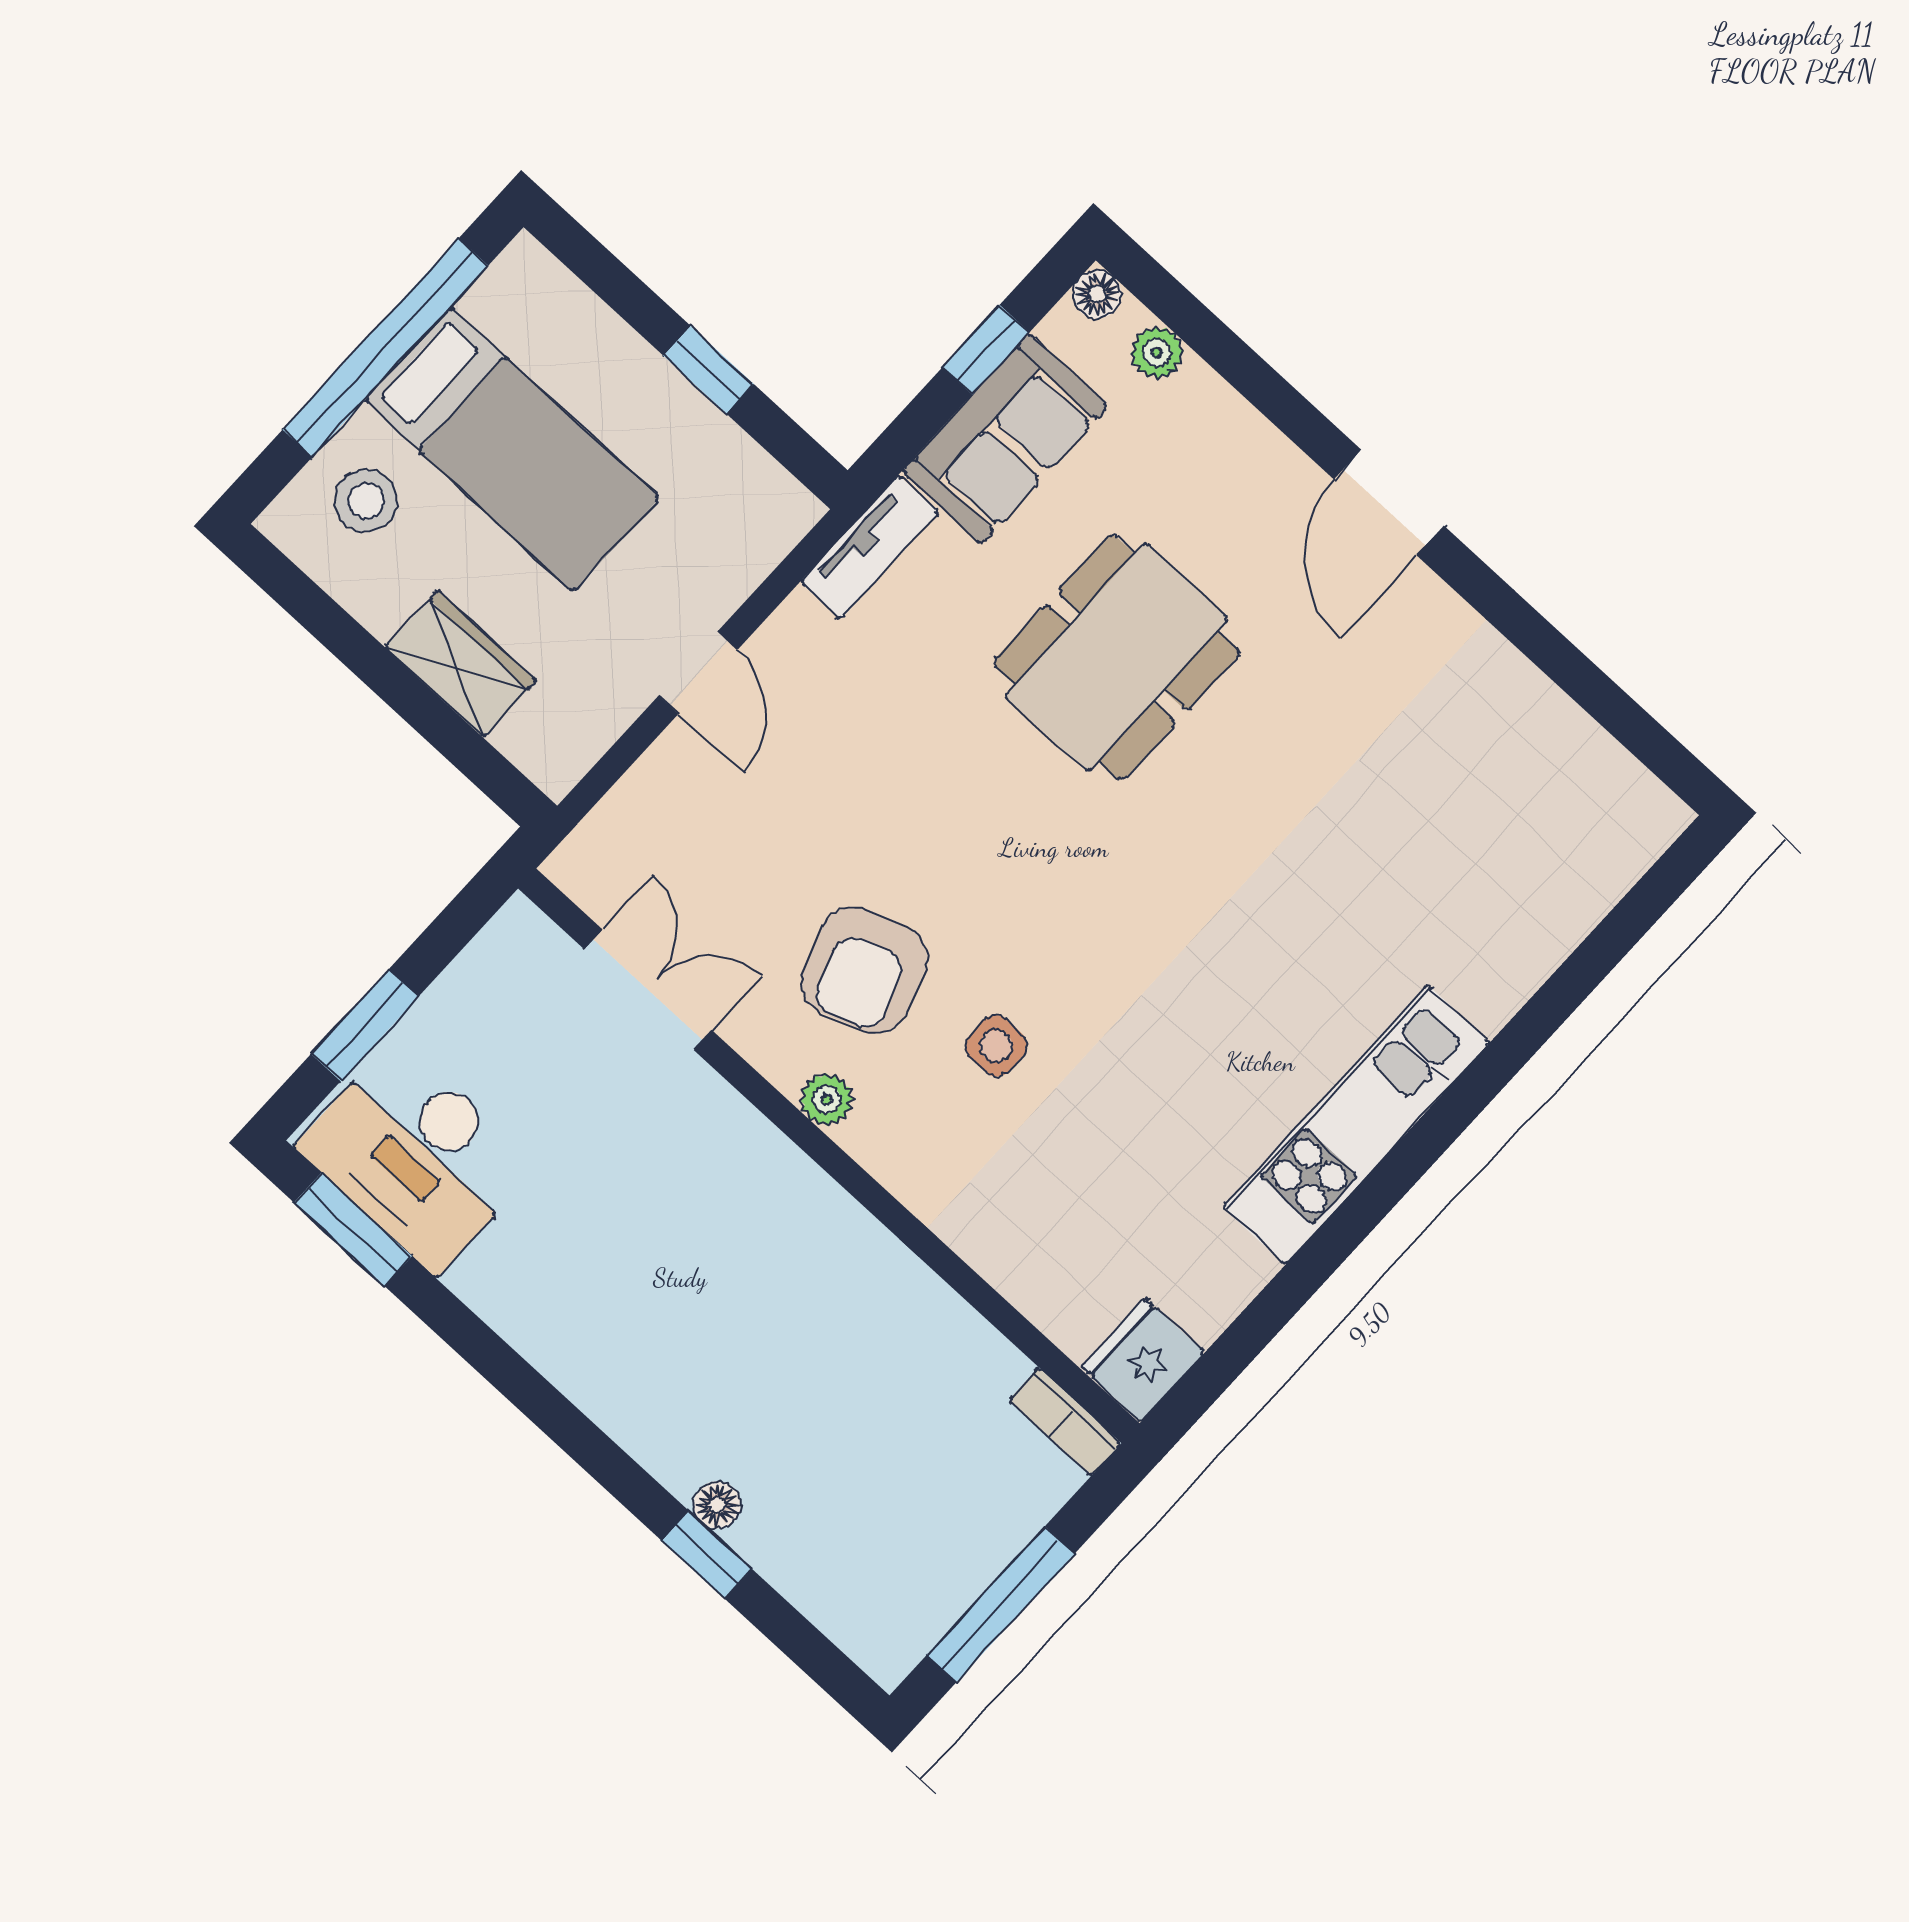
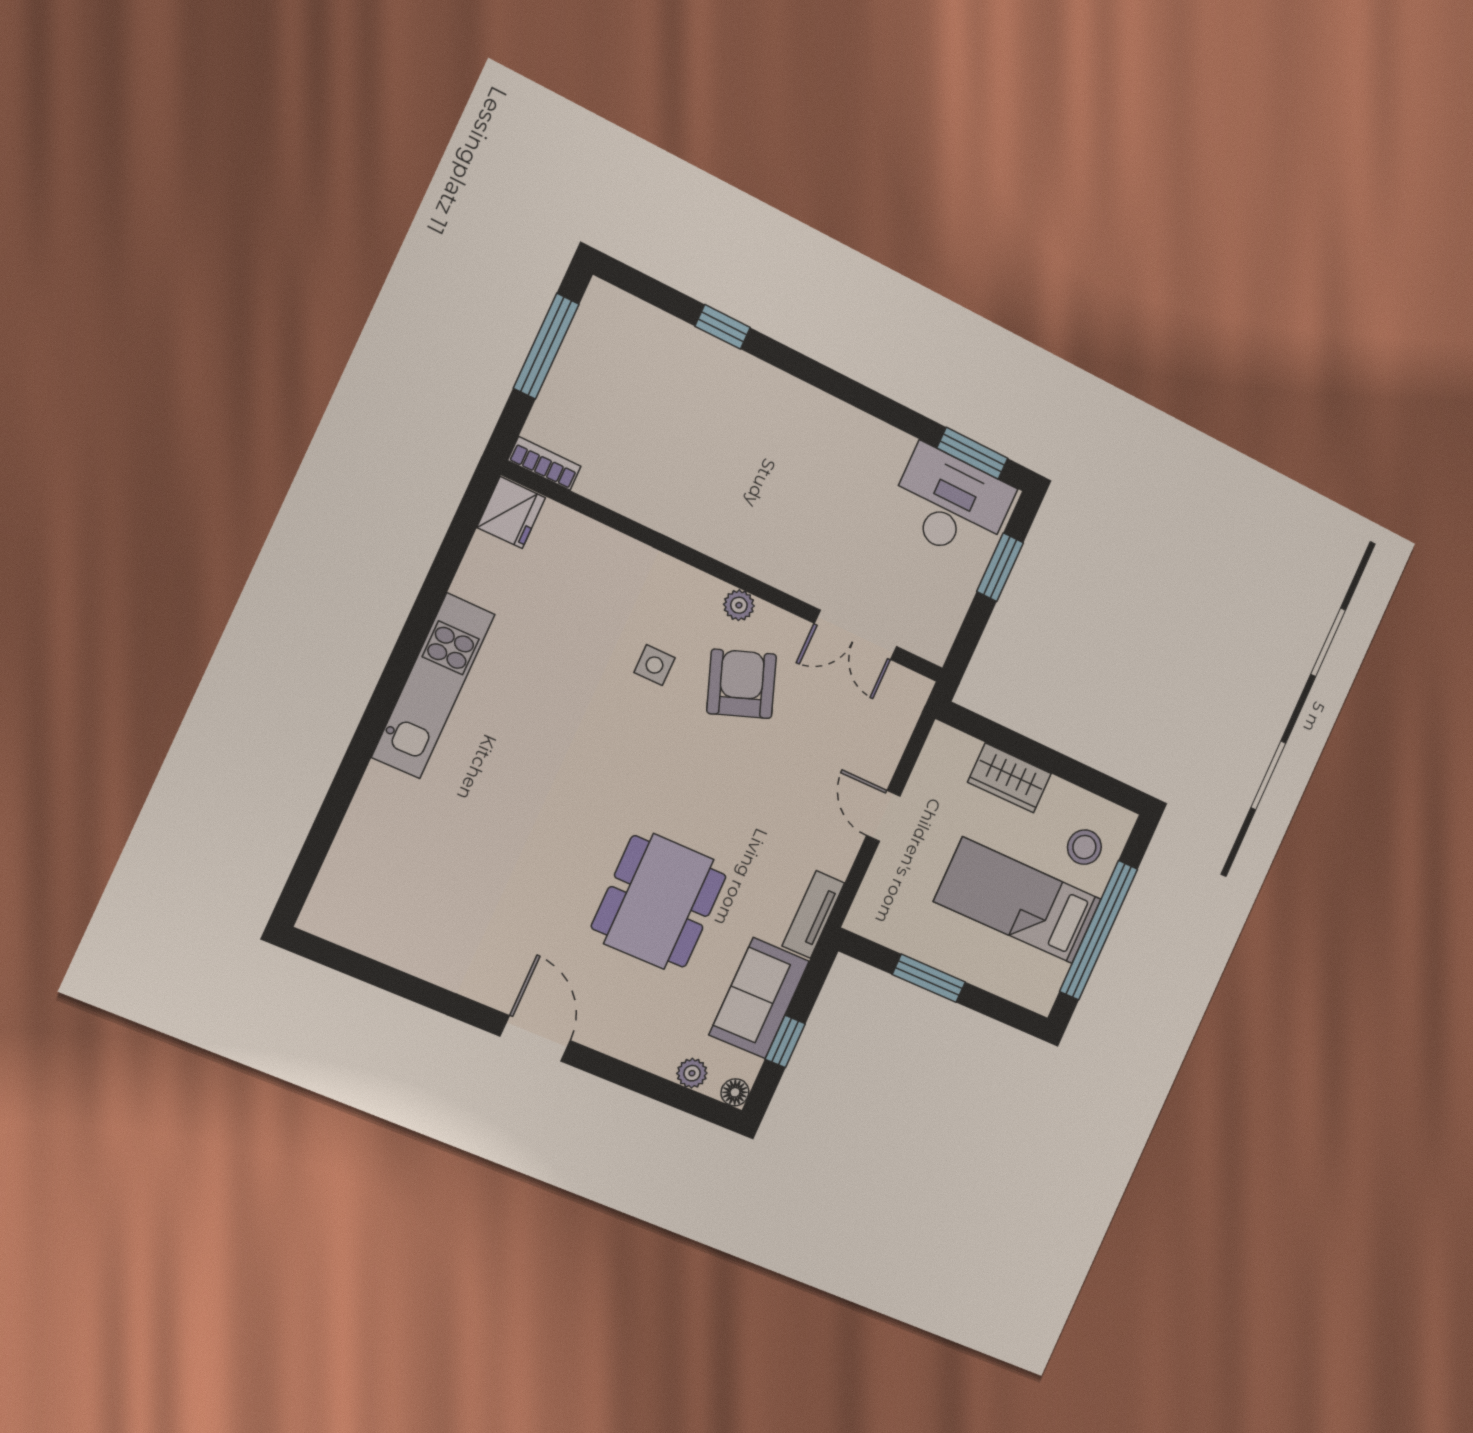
window: (709, 370) -> (929, 978), width x1.50
floor lamp: (717, 1505) -> (726, 357), removed

